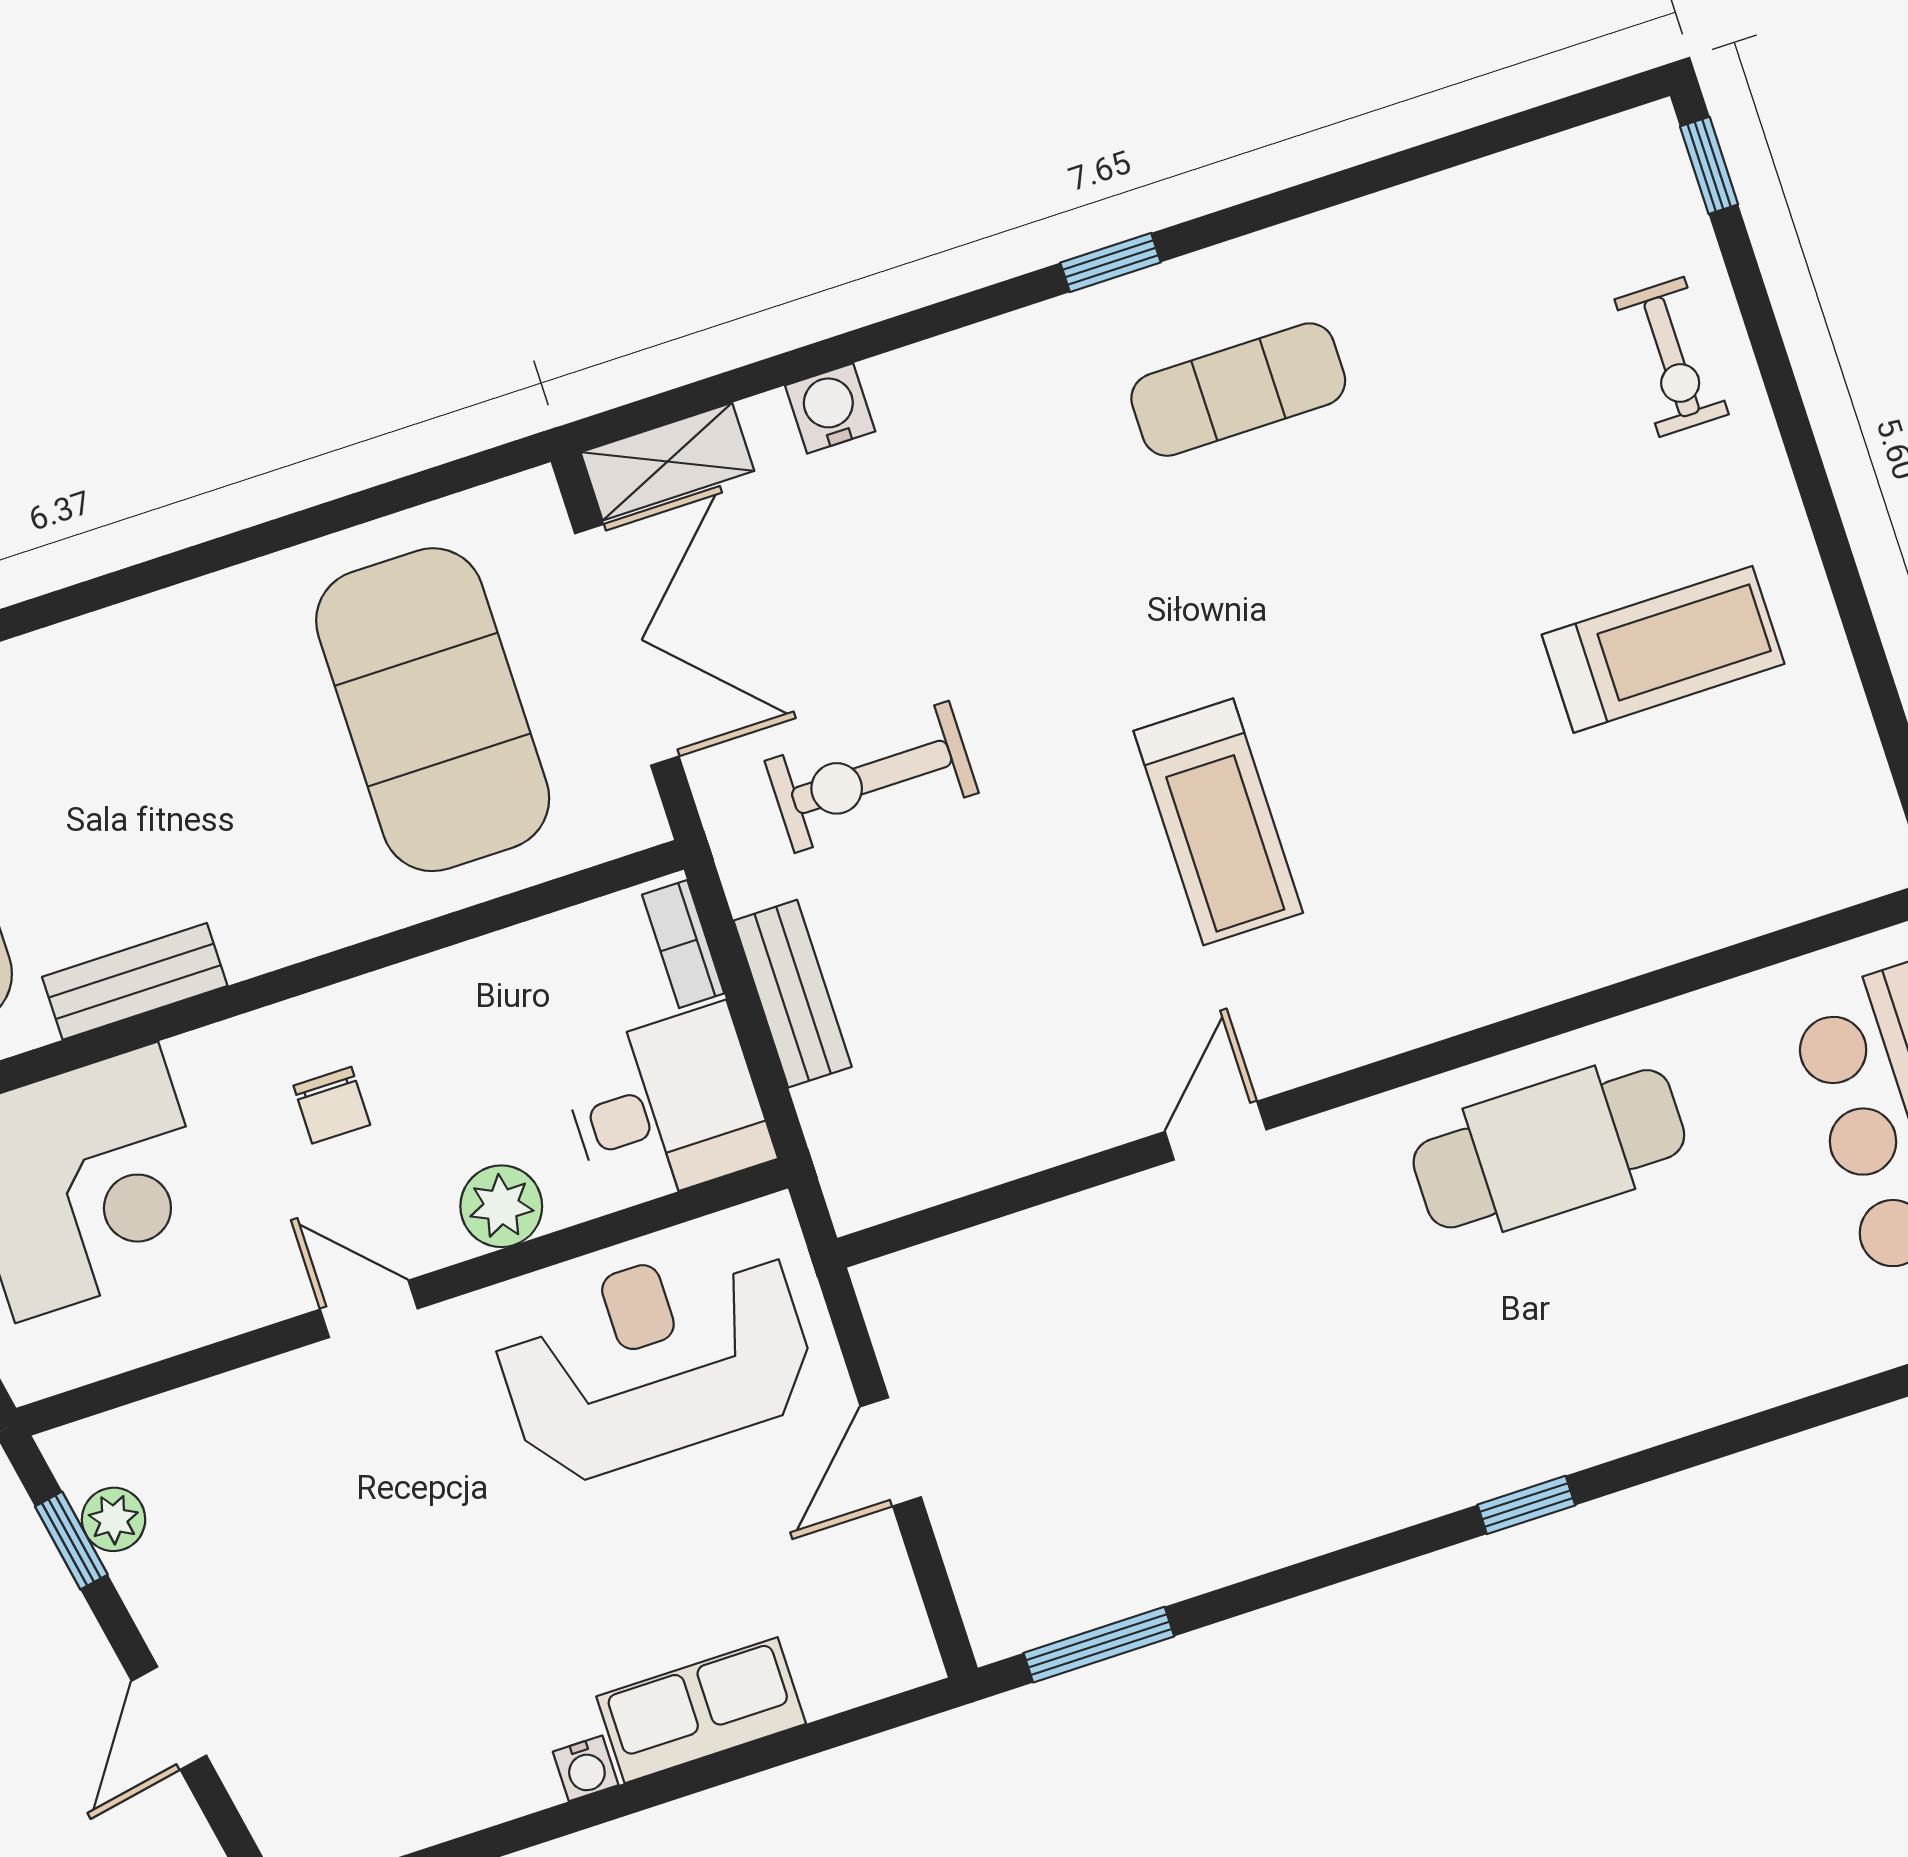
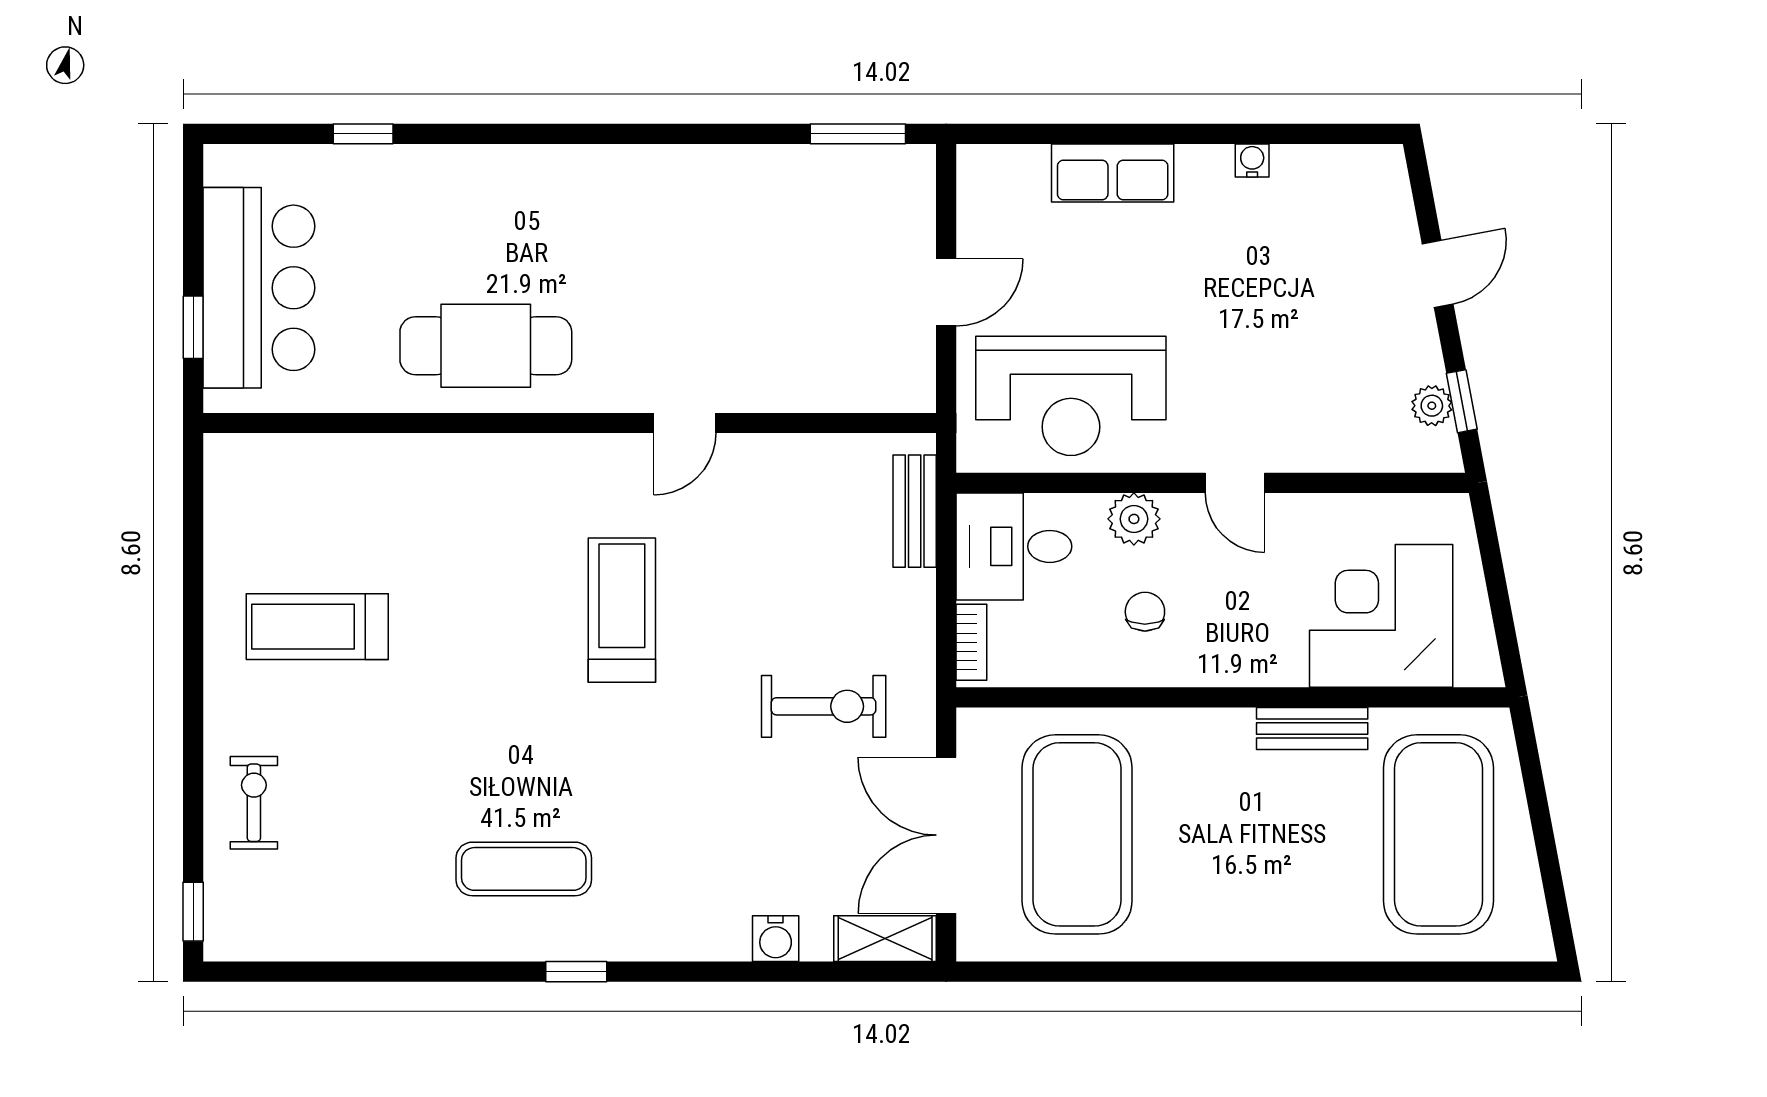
bench: (793, 994) -> (915, 511), moved
chair: (332, 1105) -> (1145, 612), moved
window: (1526, 1505) -> (363, 134), moved
water cooler: (586, 1768) -> (1252, 161), moved

